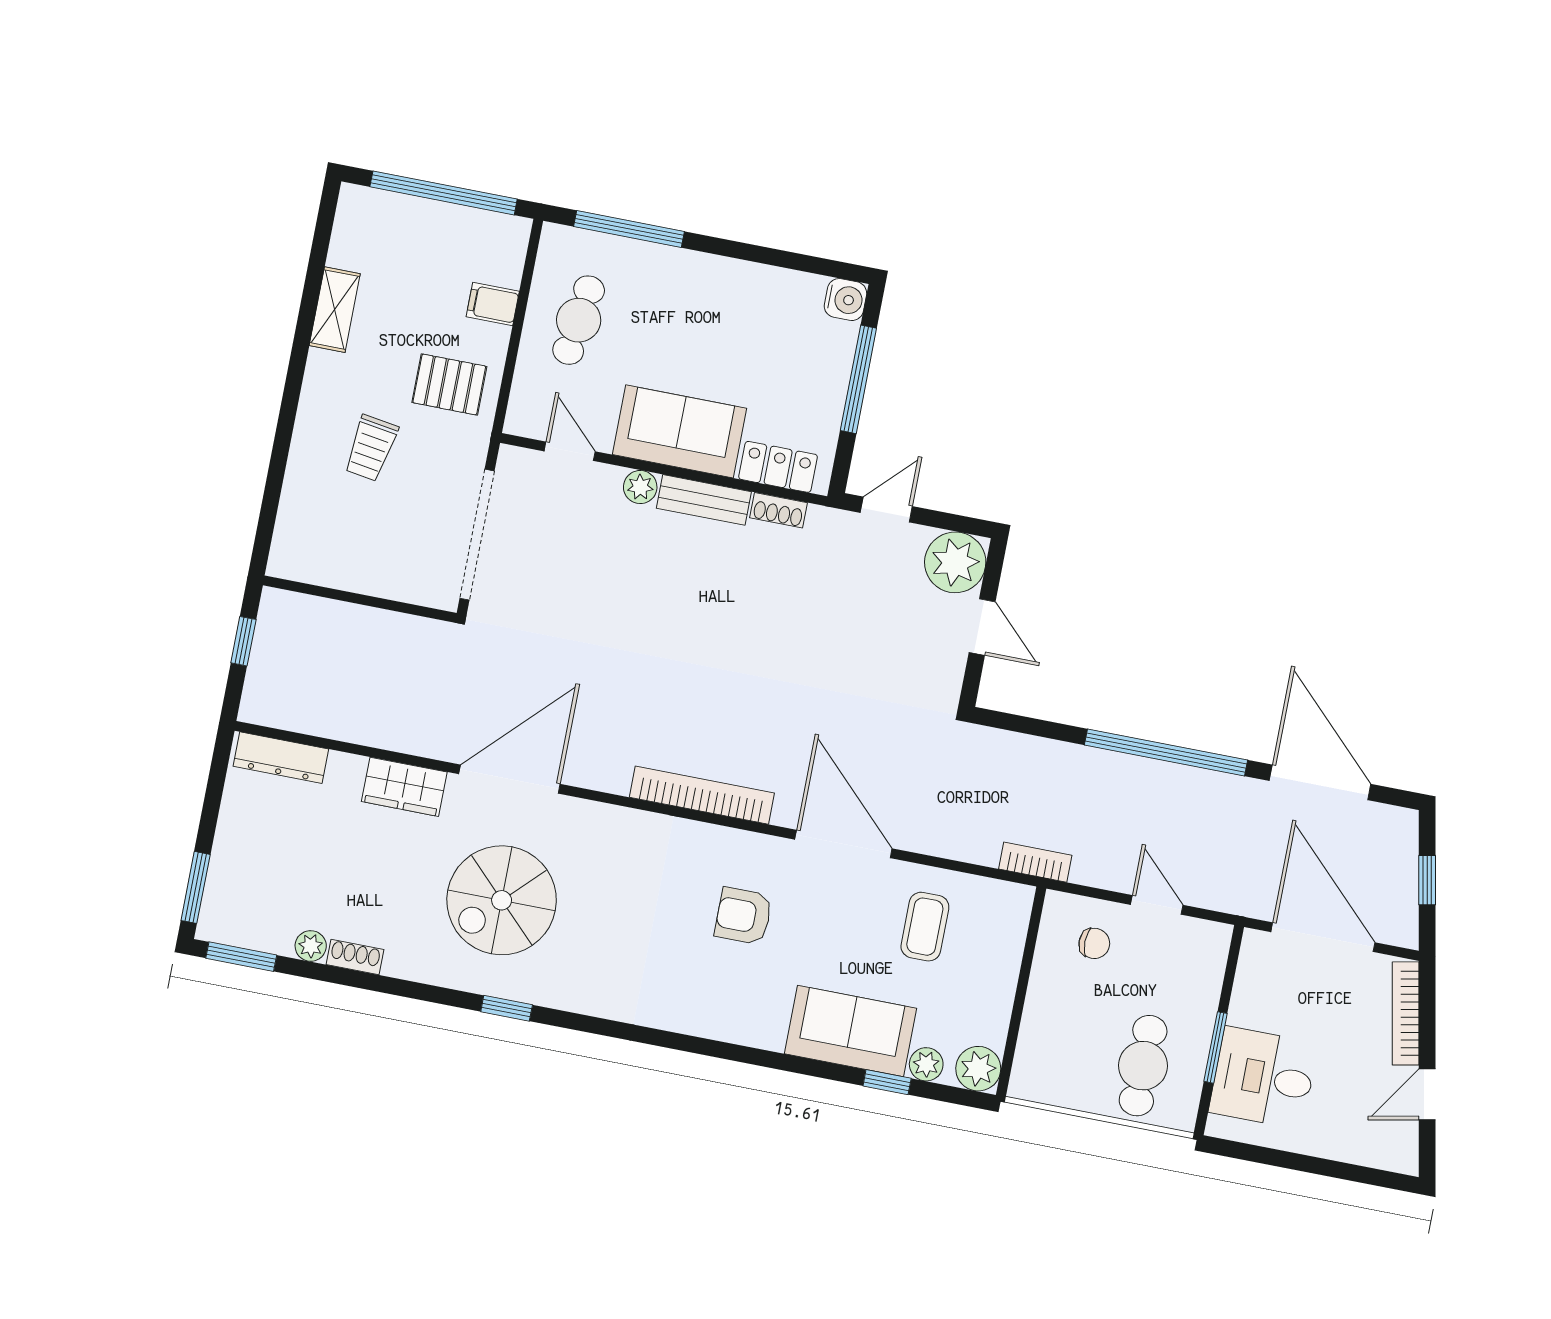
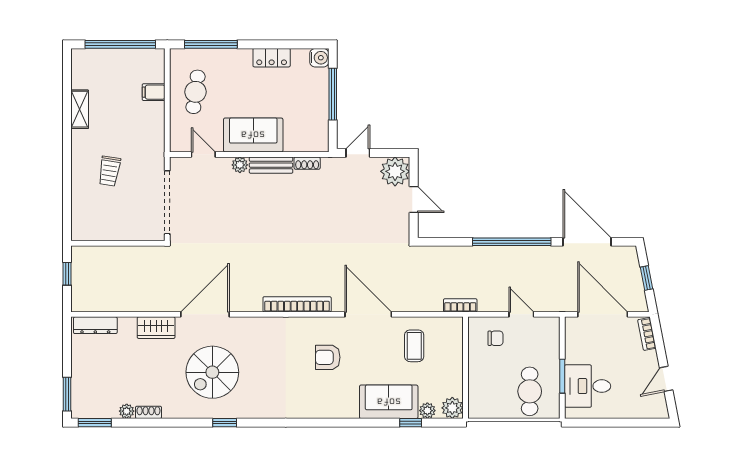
pallet: (449, 384) -> (141, 134), removed
locker: (778, 467) -> (272, 58), moved, turned 180
bookcase: (1406, 1013) -> (647, 334), width x0.64

